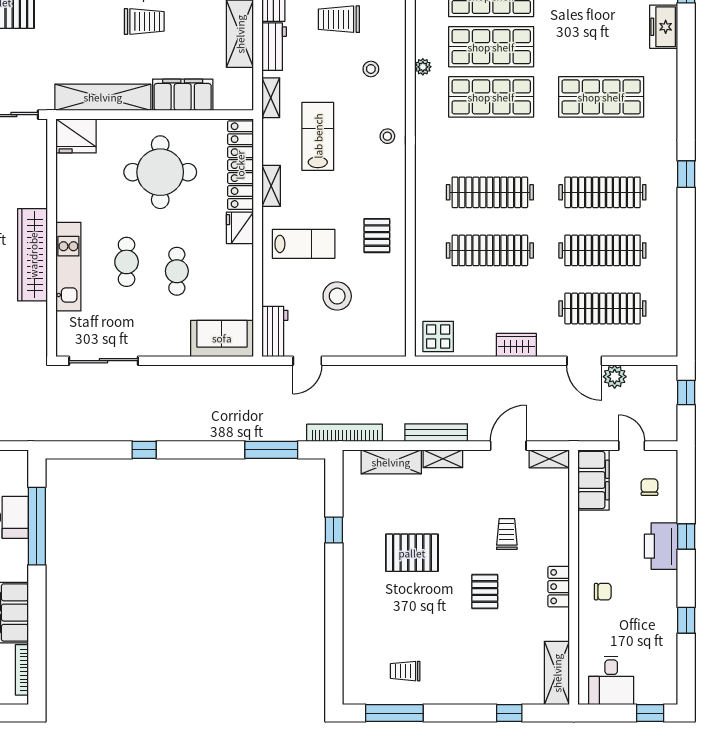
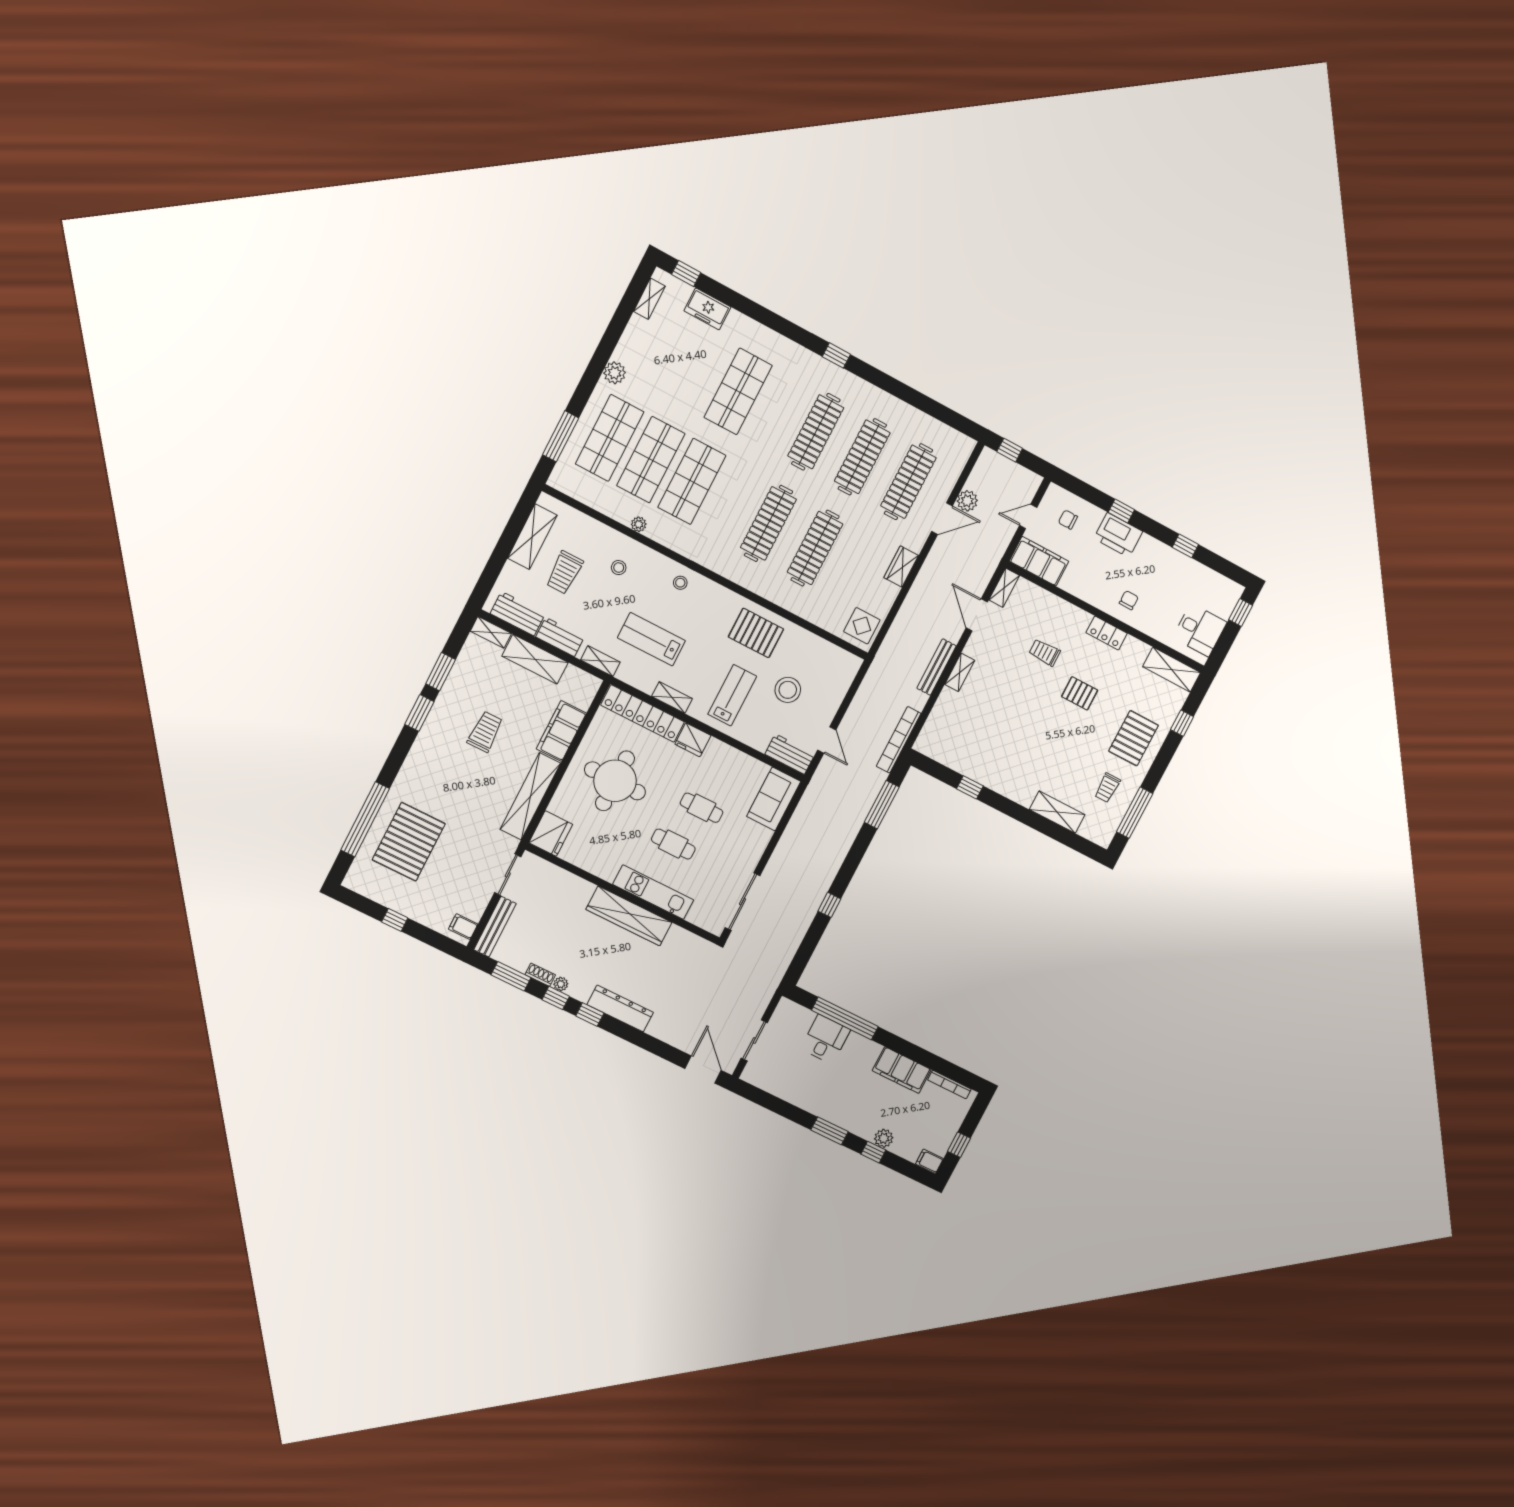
pallet: (377, 236) -> (756, 633), width x1.50, depth x1.42
shelving: (391, 462) -> (1057, 812), moved, turned 90
pallet: (412, 553) -> (1134, 738), moved

